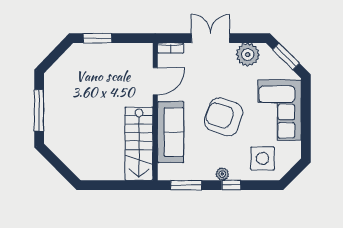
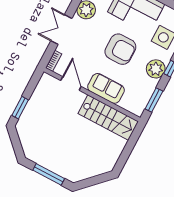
armchair: (224, 117) -> (120, 49), turned -109
sofa: (171, 132) -> (106, 88), width x0.73
plant: (222, 174) -> (156, 69), width x1.87, depth x1.87

